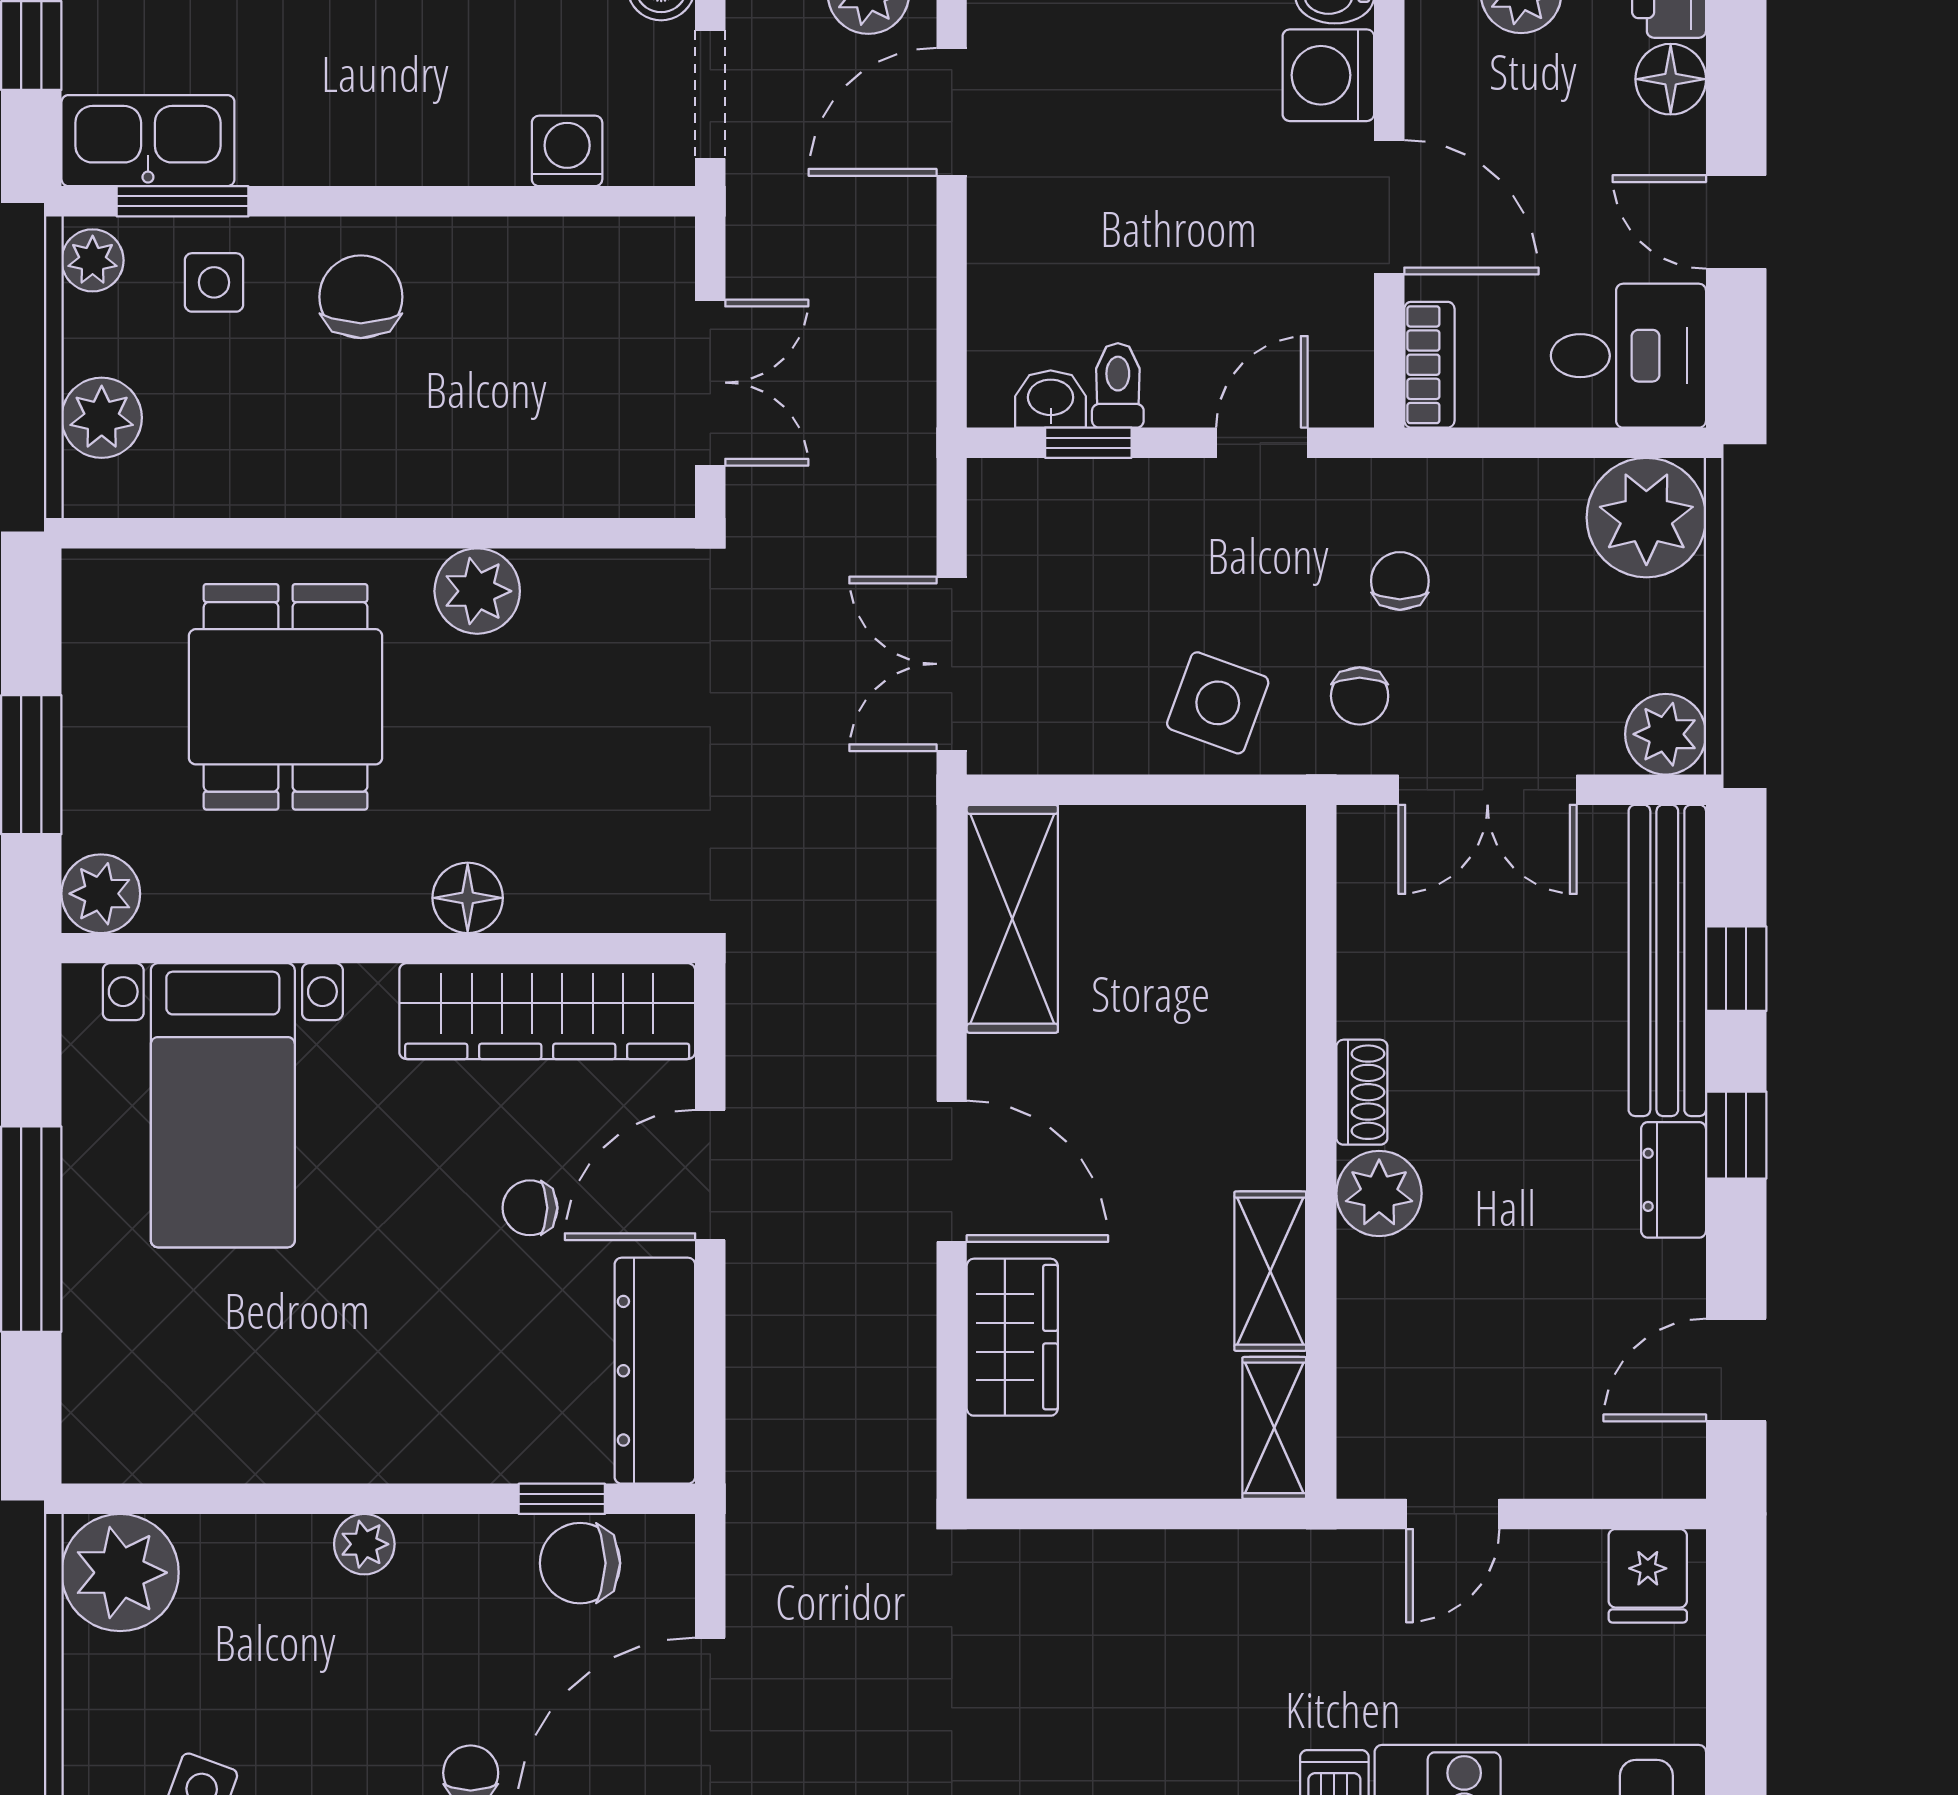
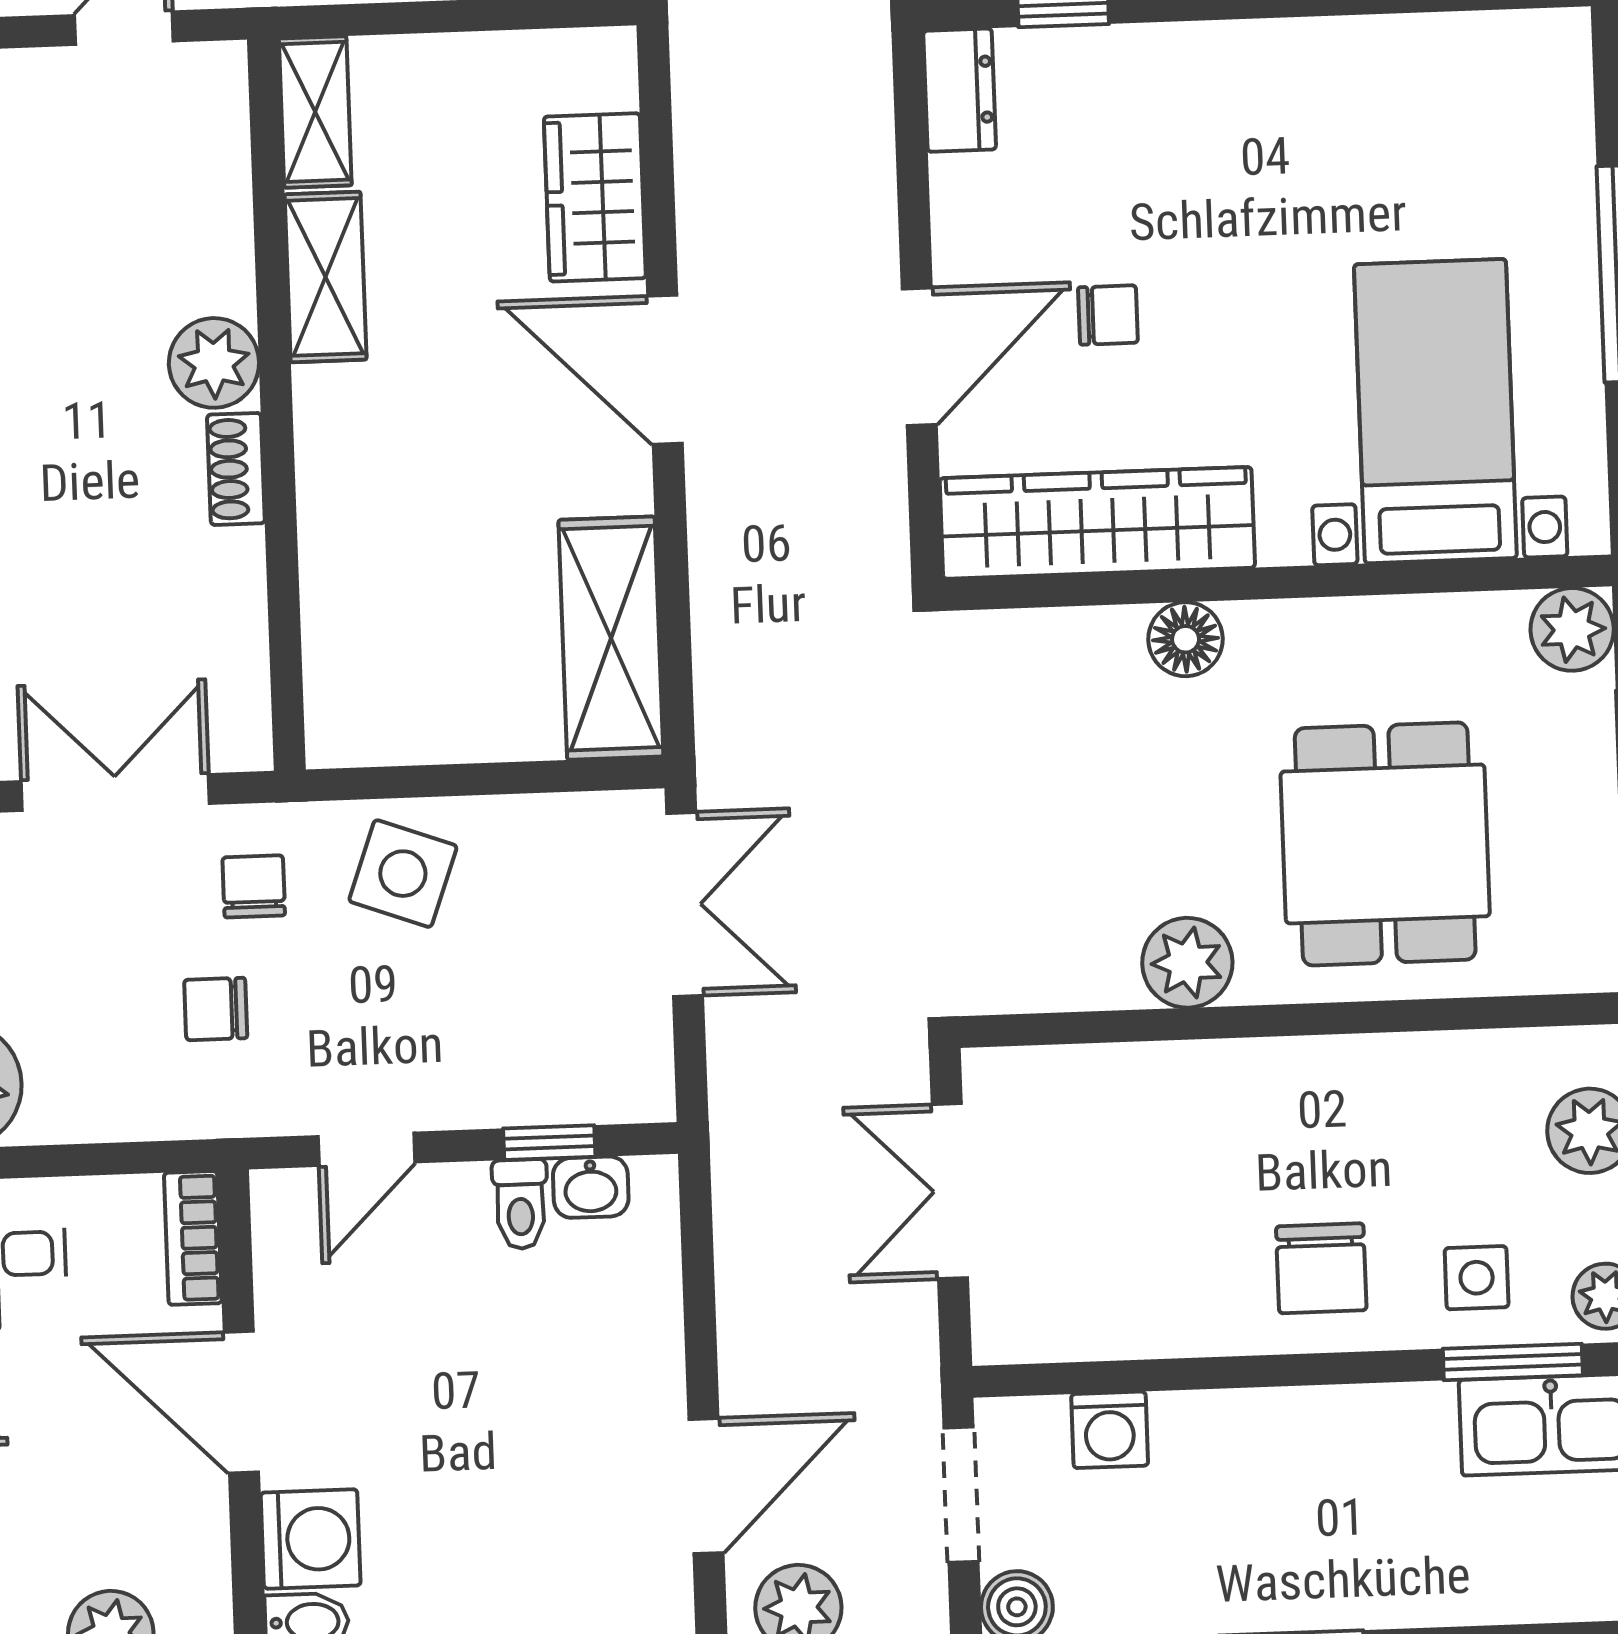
chair: (1400, 581) -> (216, 1009), turned 90
dresser: (655, 1371) -> (960, 90), width x0.51, depth x0.80

